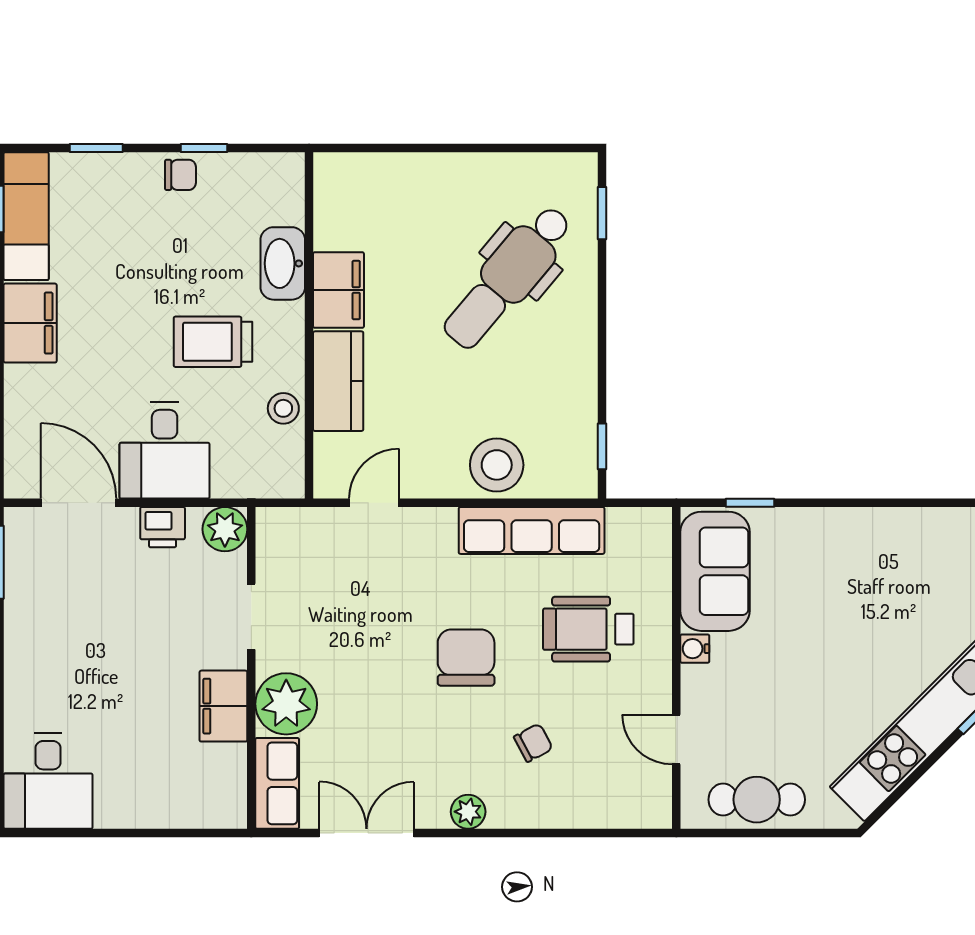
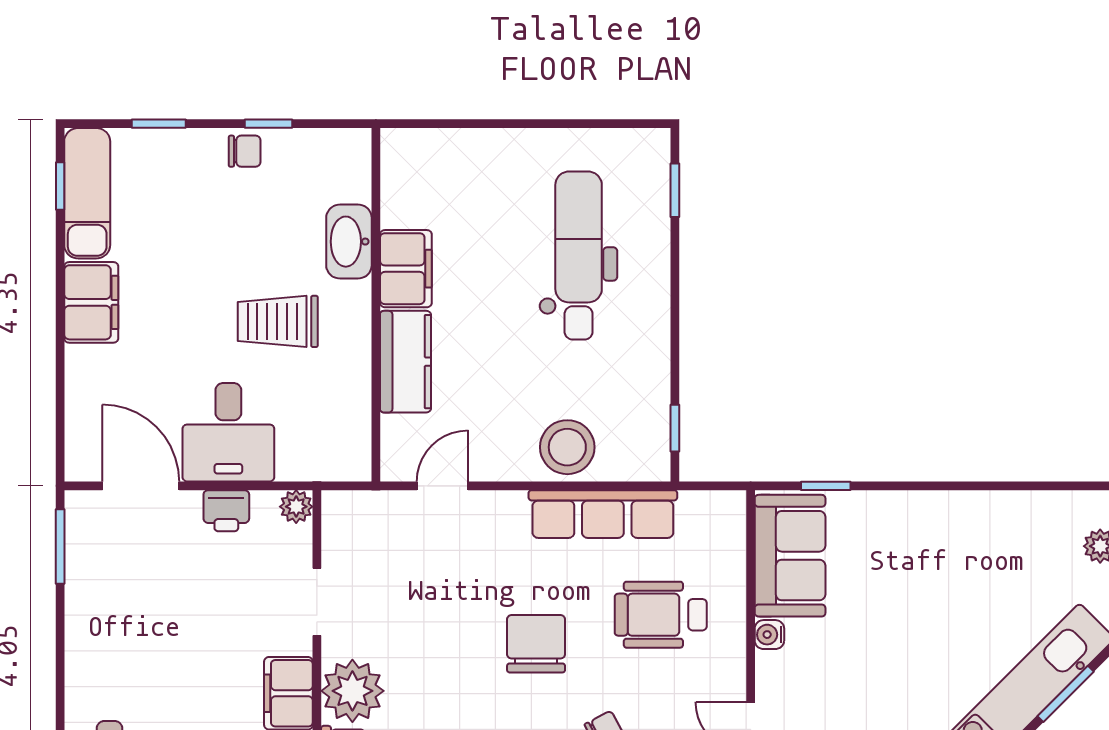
dental chair: (508, 277) -> (579, 256), turned 140
stool: (283, 408) -> (350, 389), removed
plant: (225, 529) -> (296, 507), width x0.73, depth x0.73

